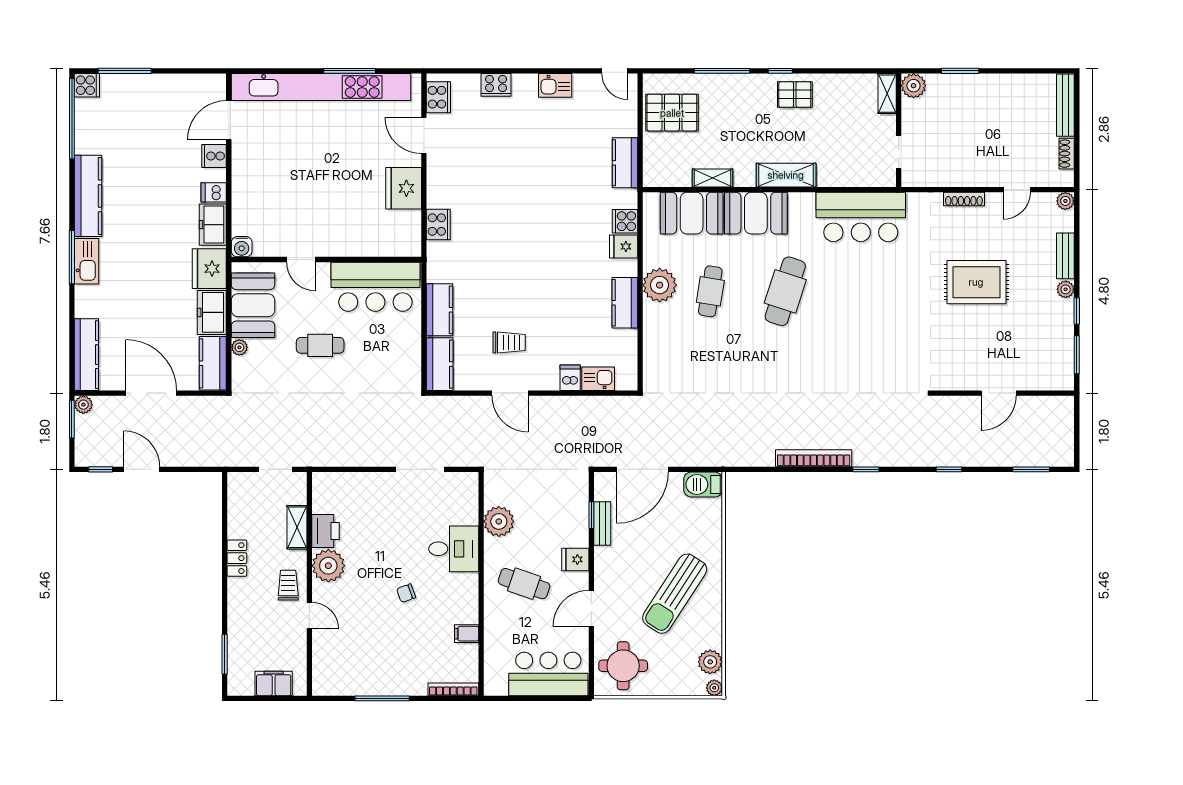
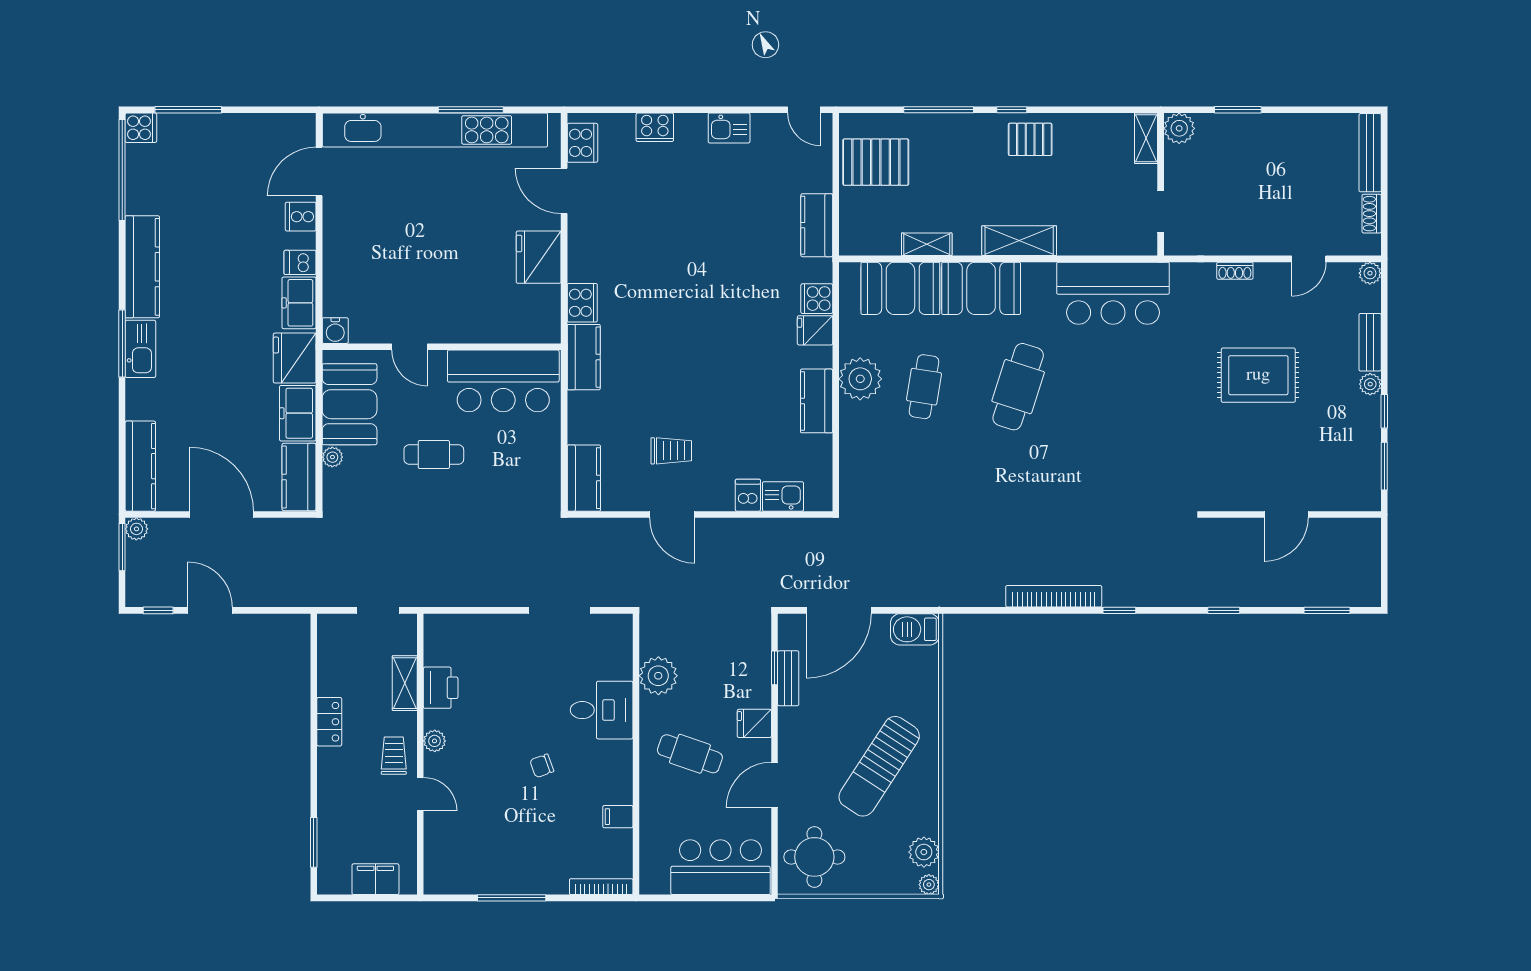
shoe rack: (964, 199) -> (1235, 271), width x0.70
kitchen counter: (439, 310) -> (584, 357), moved
plant: (328, 566) -> (435, 741), width x0.53, depth x0.53

